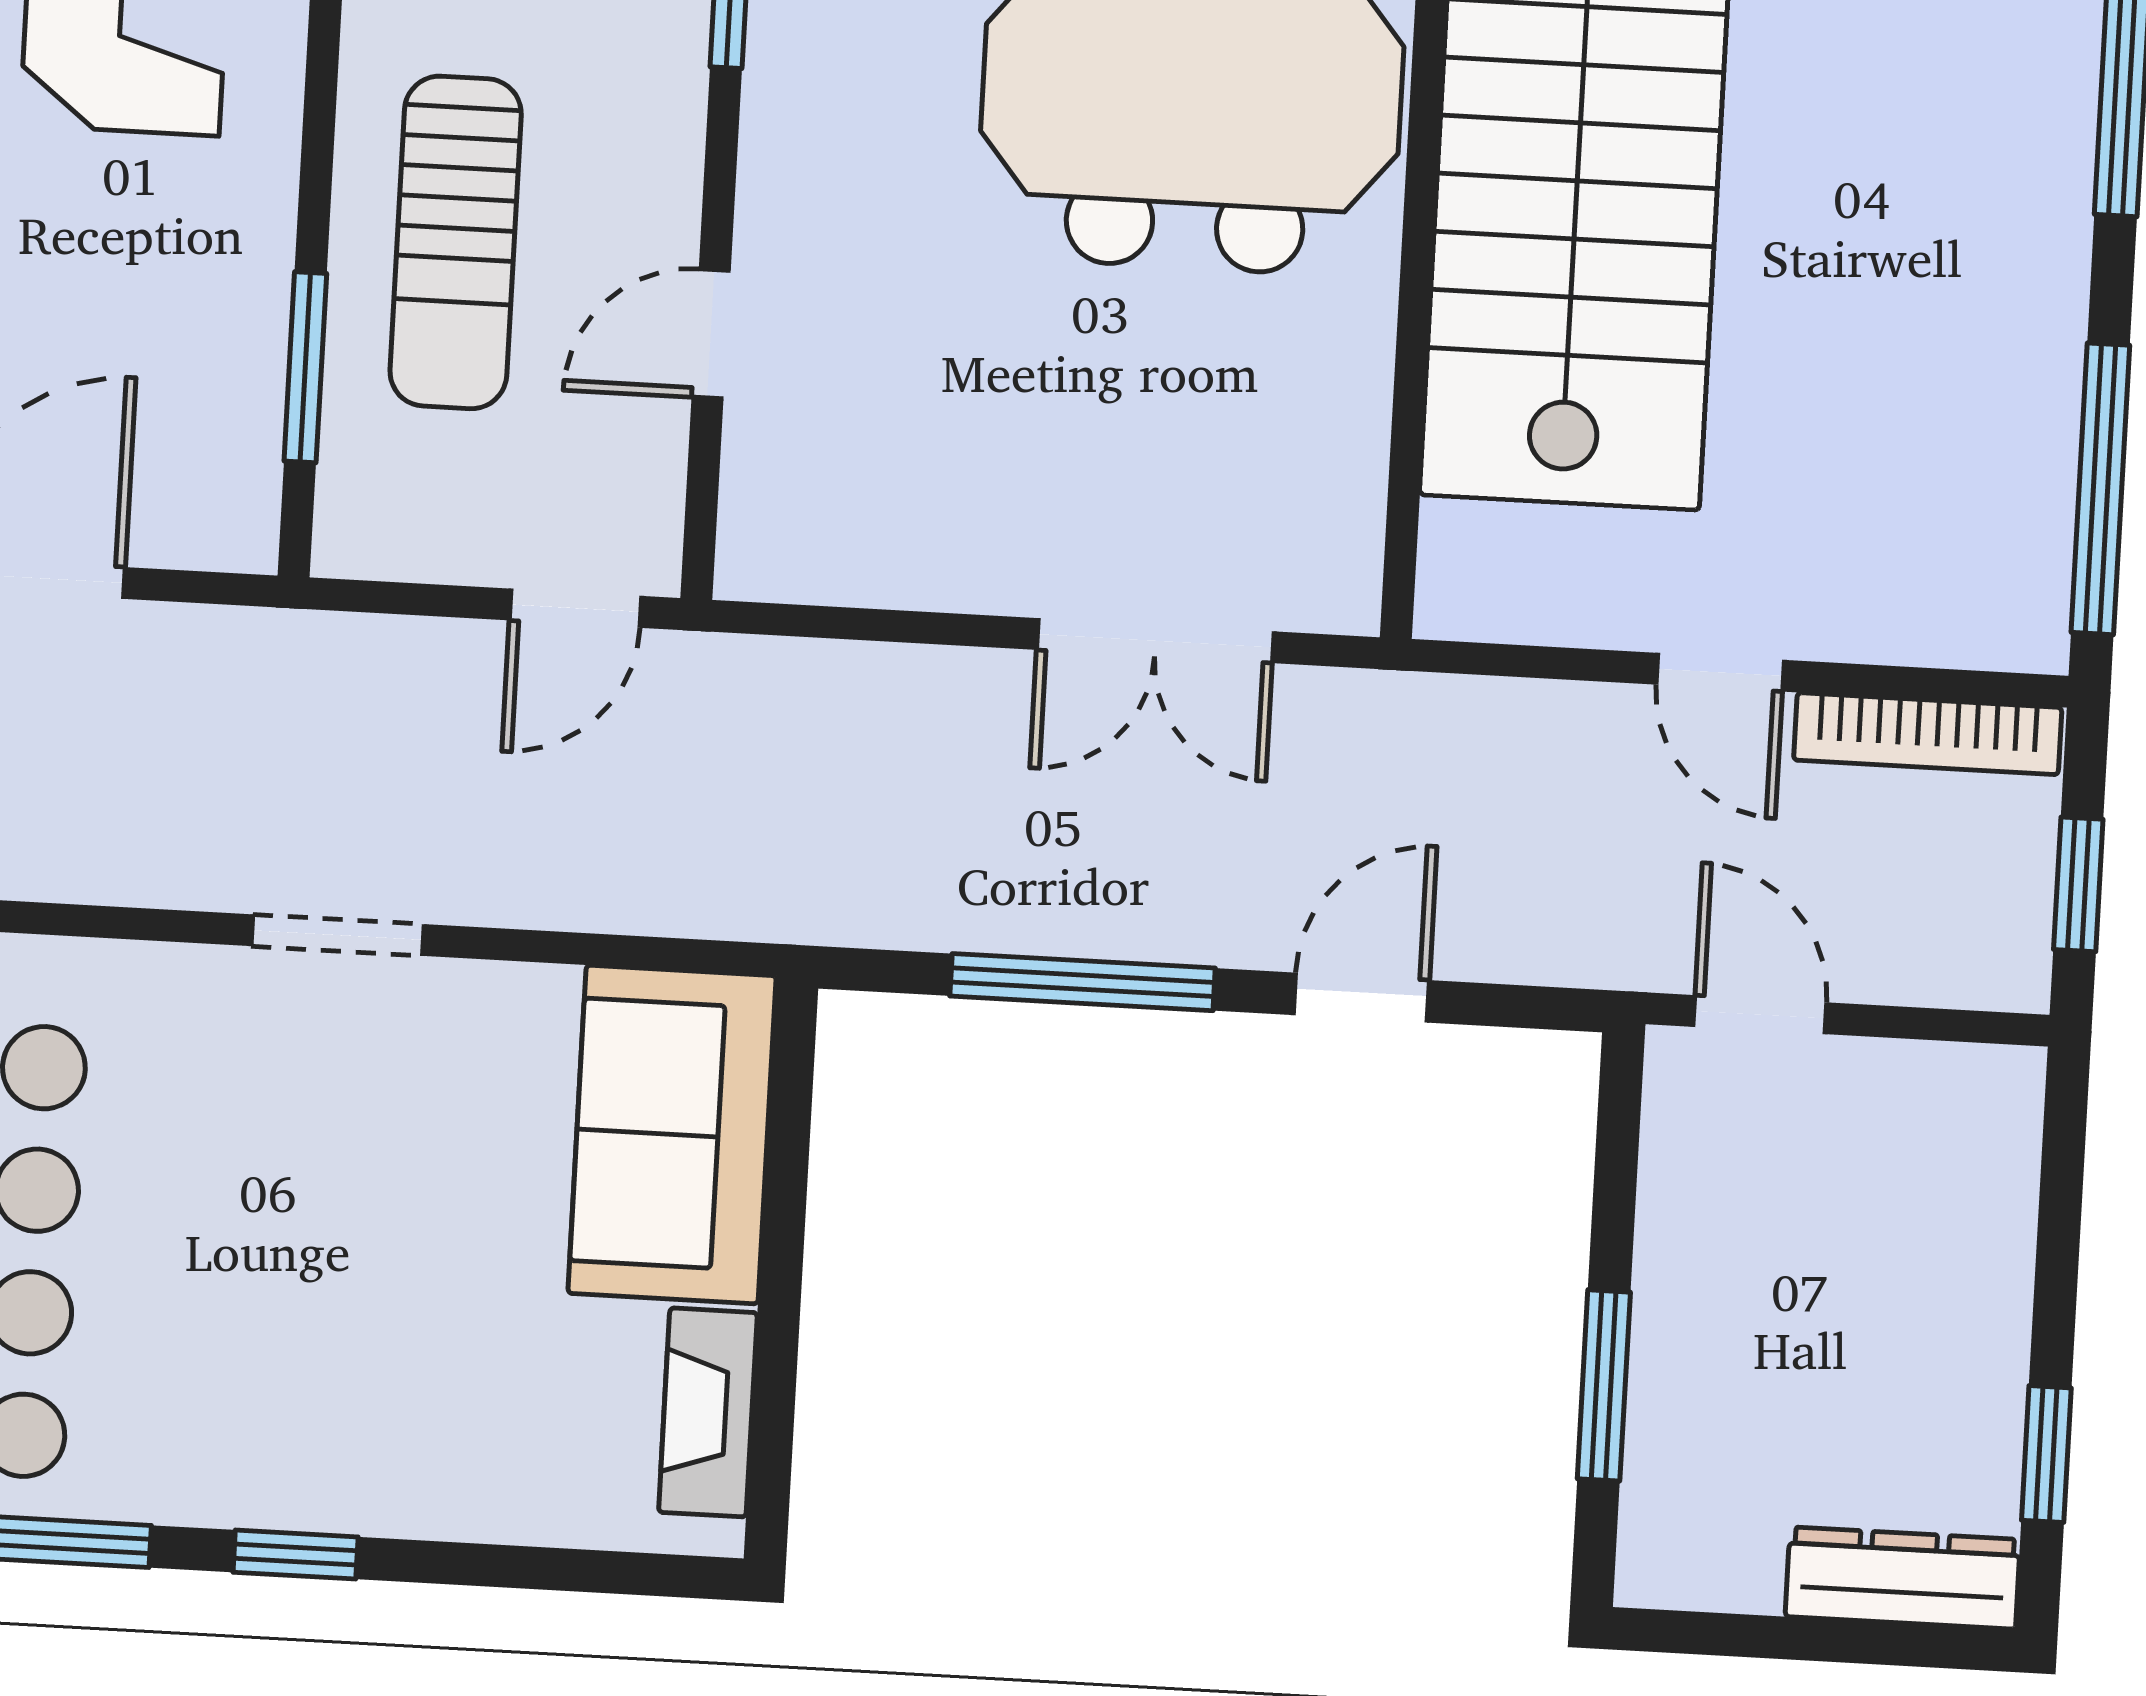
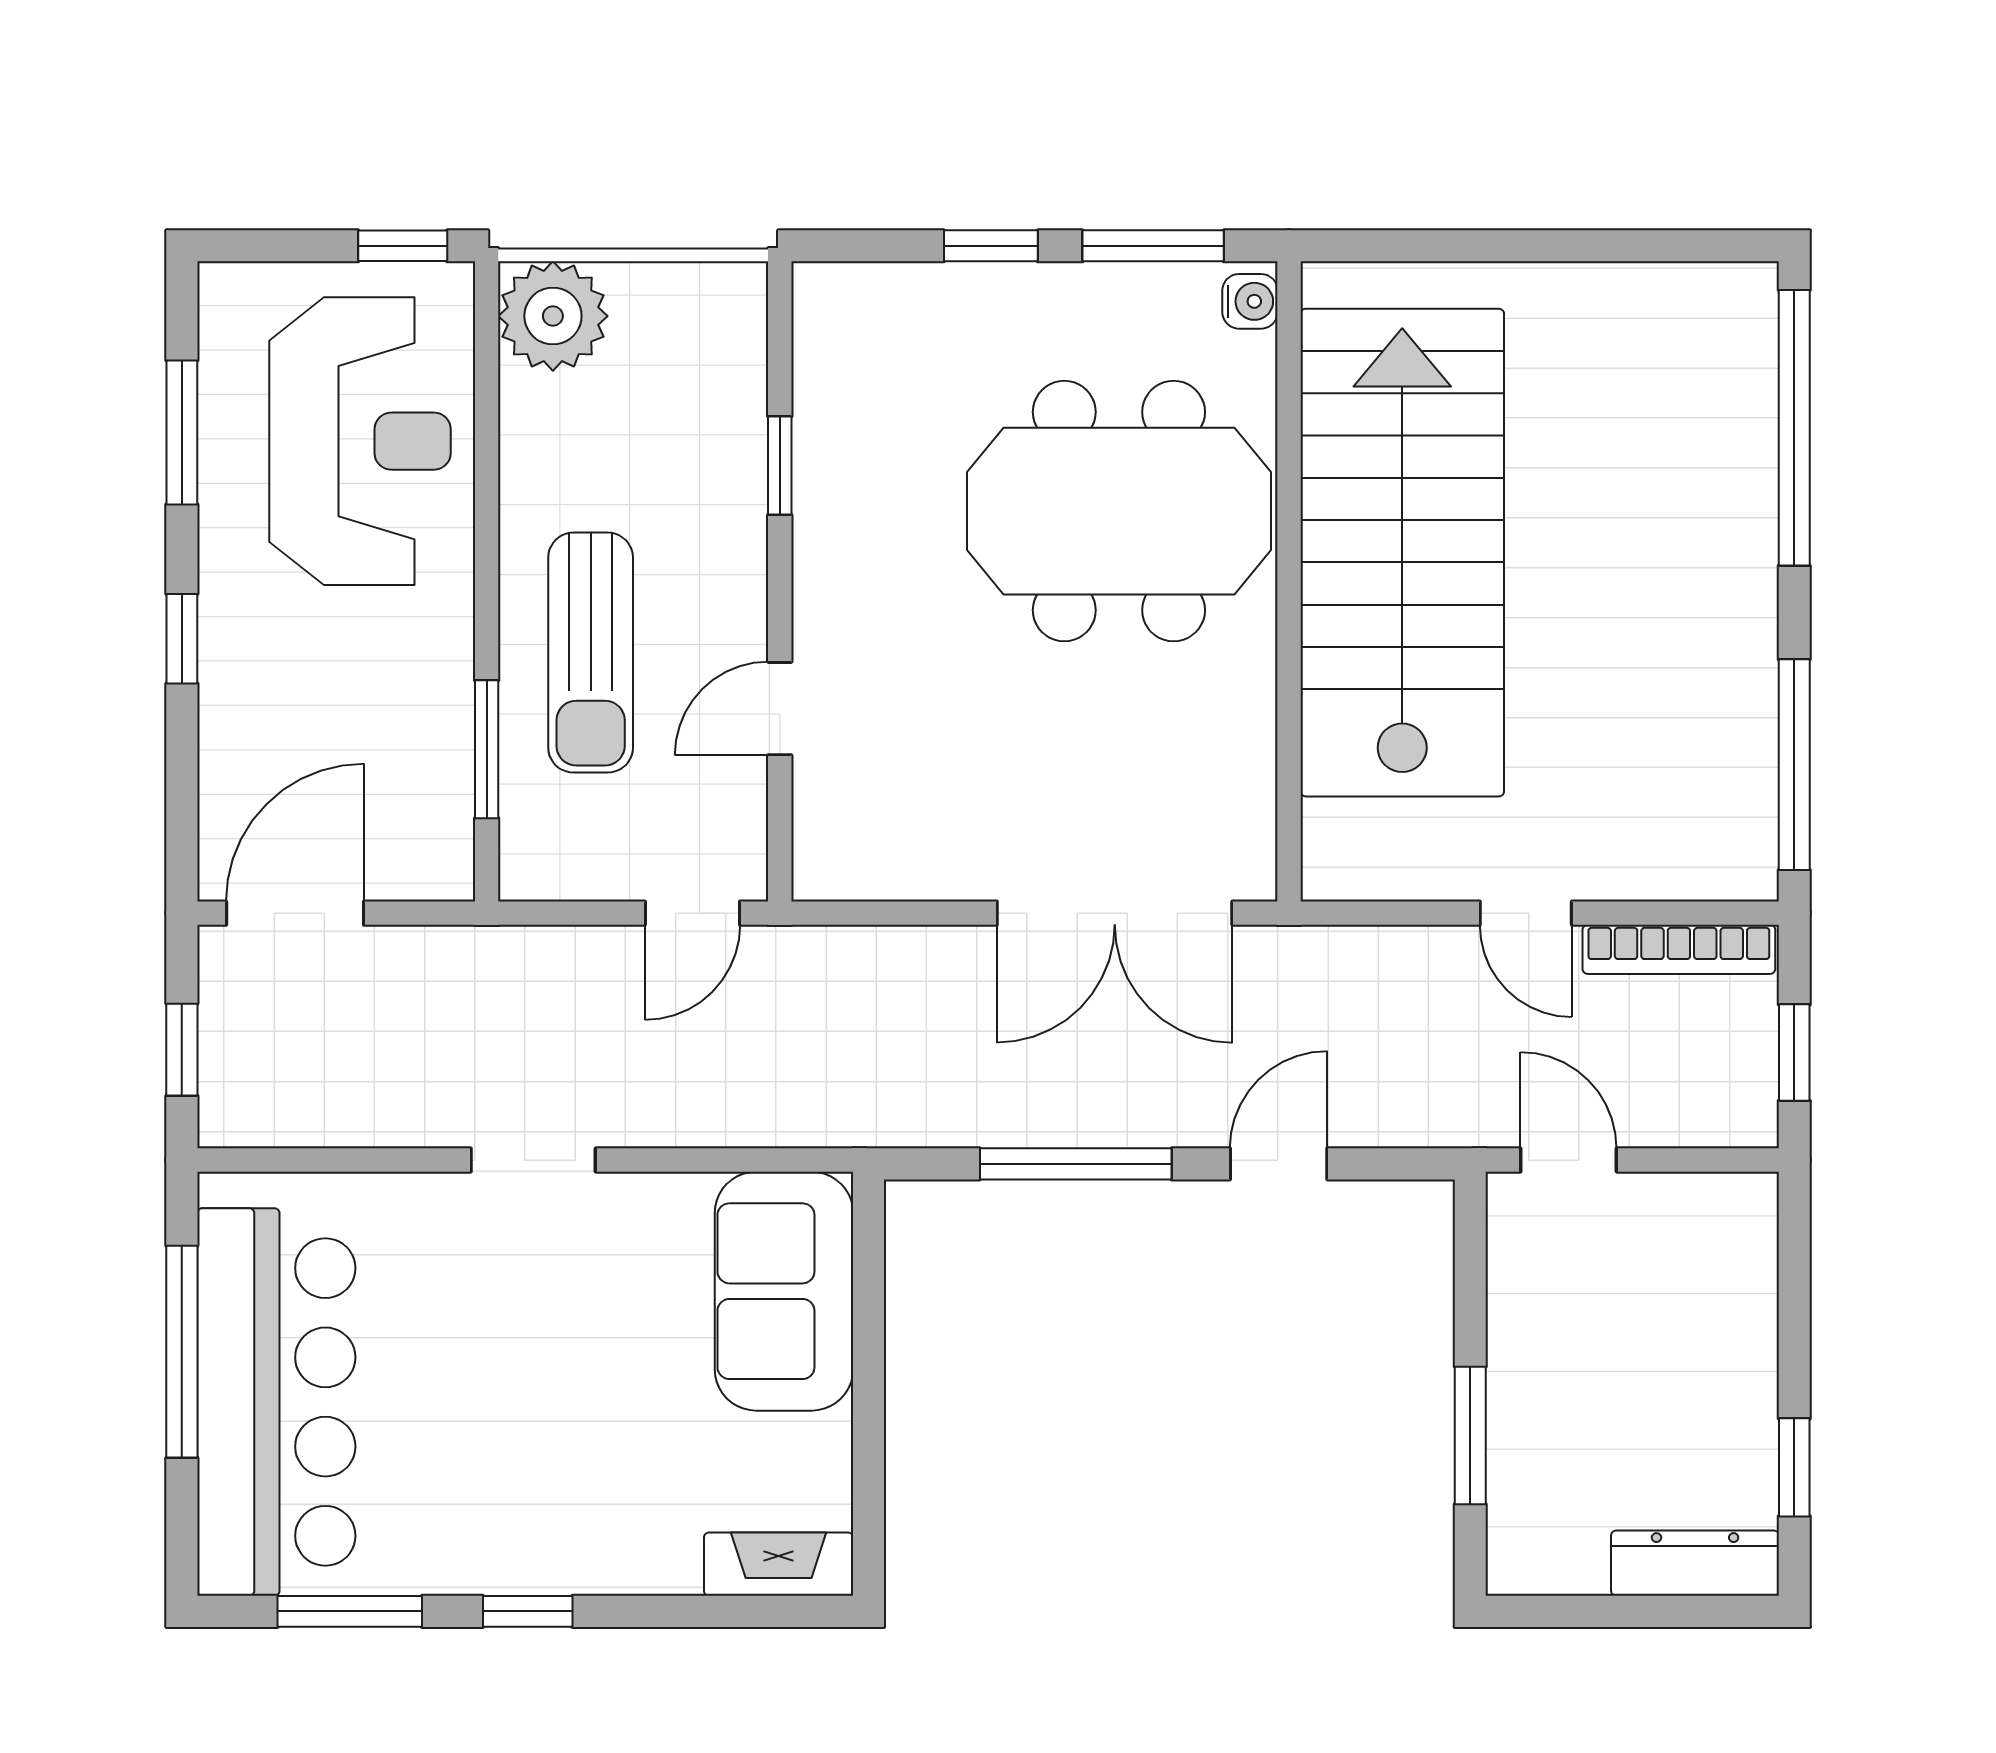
double door: (1155, 641) -> (1115, 913), width x1.37
fireplace: (708, 1412) -> (779, 1564), moved, turned 90

